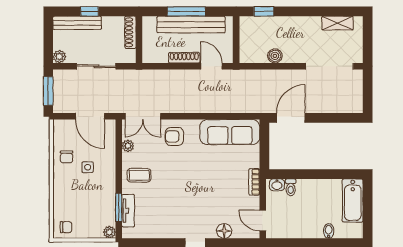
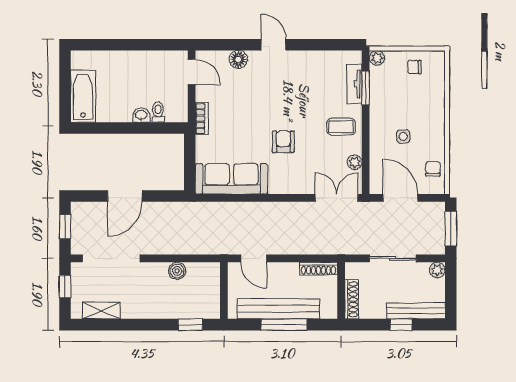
window: (368, 43) -> (65, 287), added
shoe rack: (184, 58) -> (318, 269), moved
window: (368, 92) -> (65, 227), added
door: (291, 118) -> (125, 196), moved
armchair: (174, 136) -> (283, 142), moved, turned -90
chair: (67, 157) -> (433, 169), moved
washbasin: (277, 185) -> (141, 115), moved
chair: (66, 227) -> (415, 67), moved
bidet: (329, 231) -> (112, 59), removed

